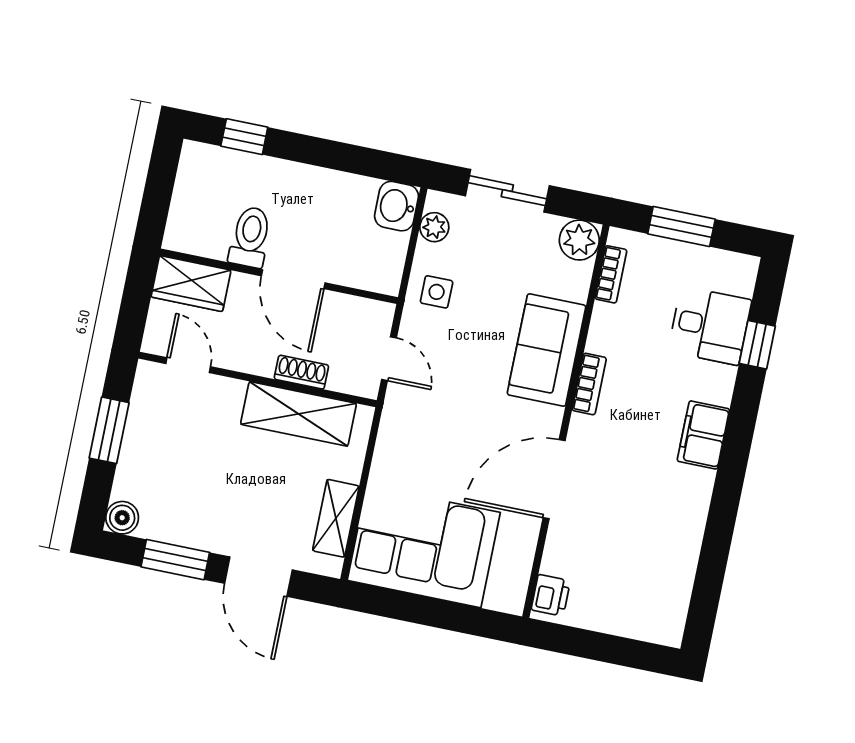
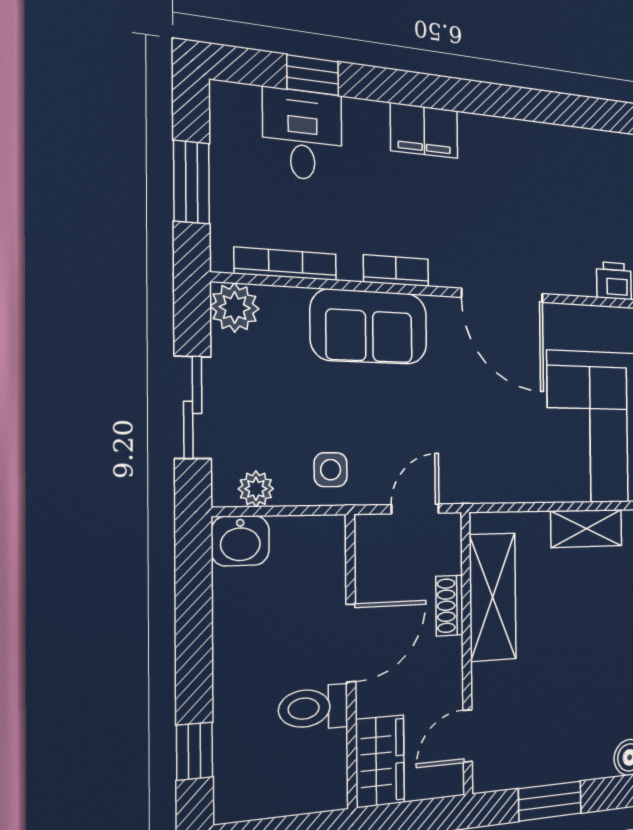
bookcase: (611, 274) -> (286, 264), width x1.56

